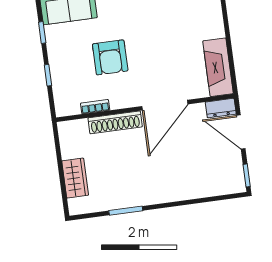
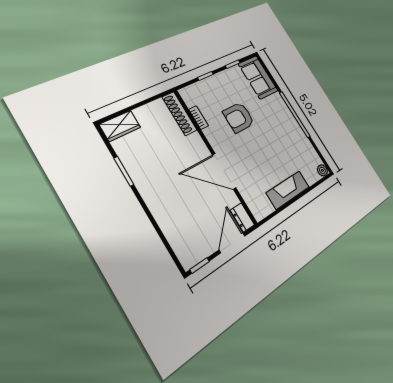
fireplace: (218, 67) -> (288, 190), moved
shoe rack: (115, 122) -> (180, 114), moved
wardrobe: (75, 178) -> (120, 126), moved

